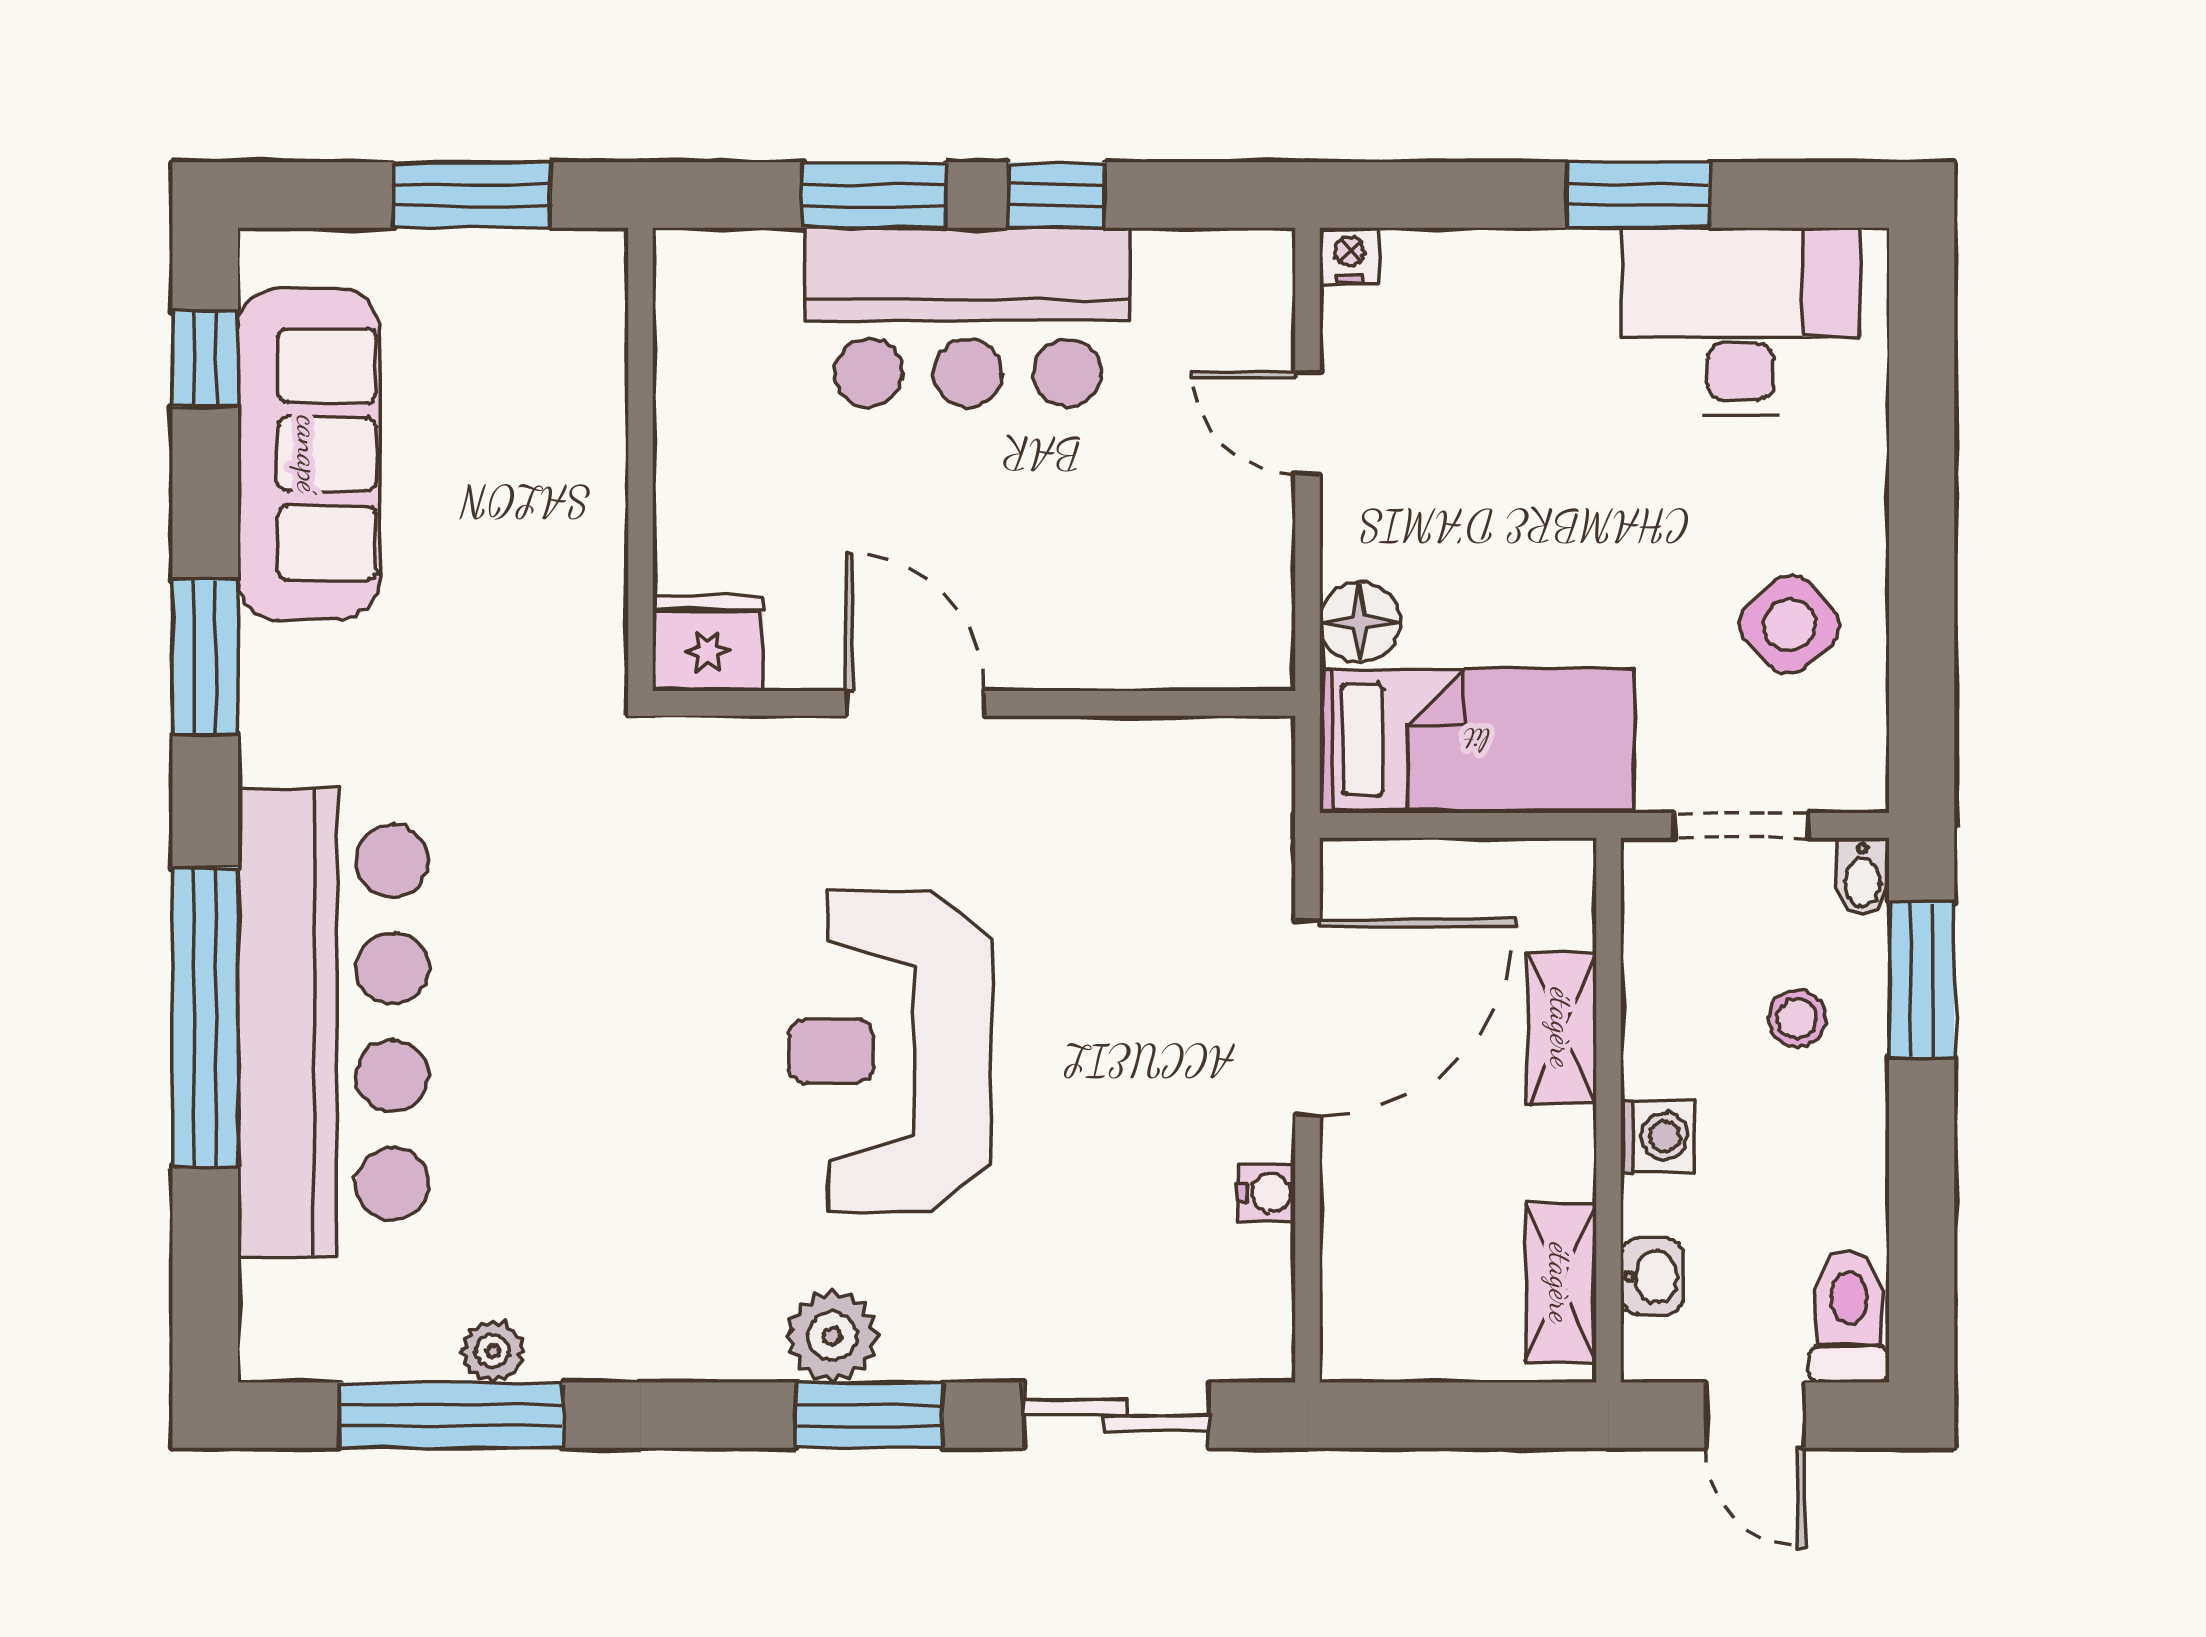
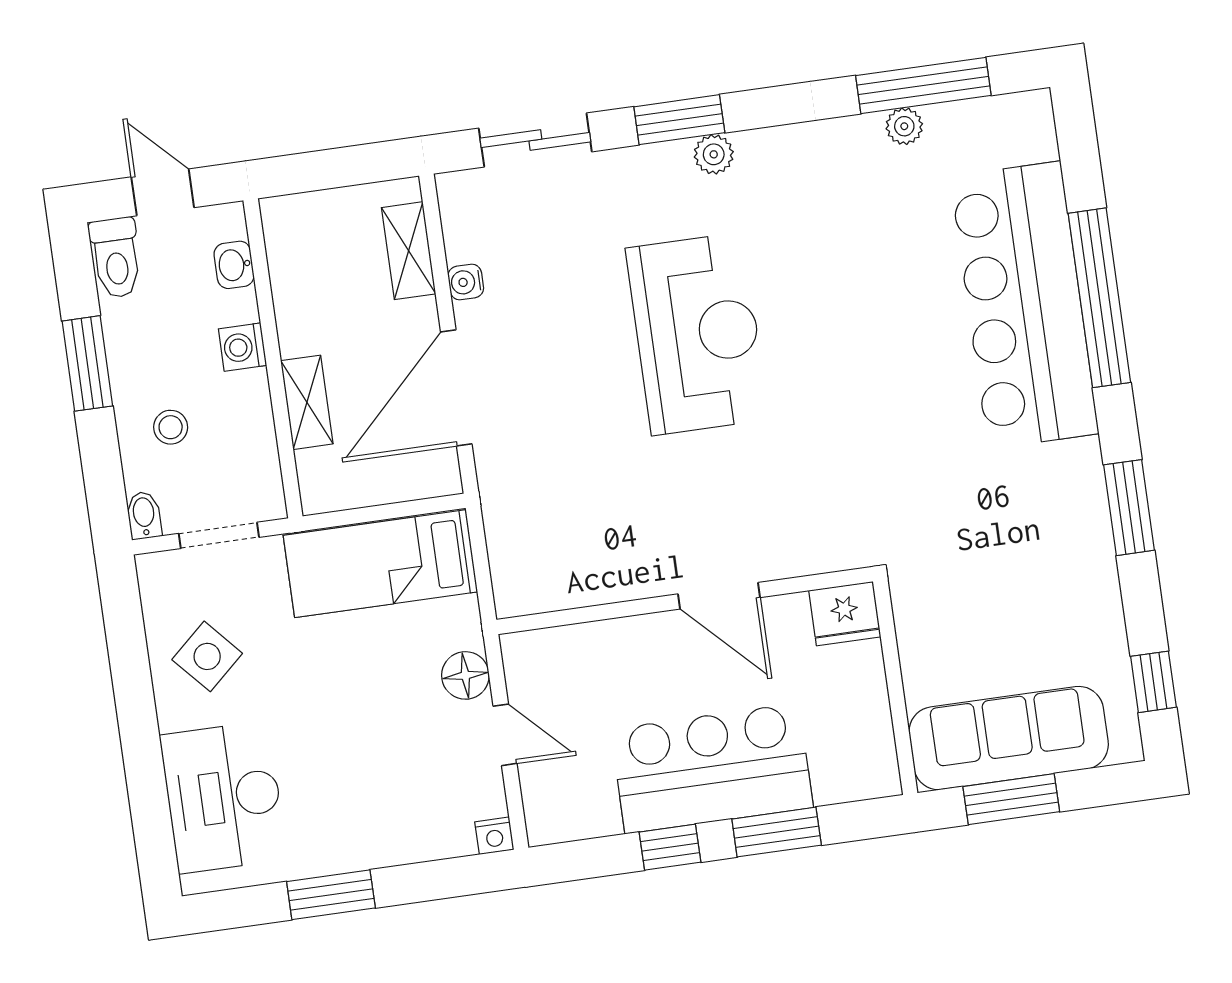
desk: (1740, 321) -> (223, 797), moved, turned 90
sofa: (309, 454) -> (1009, 738), moved, turned 90
floor lamp: (1360, 622) -> (465, 675), moved
fridge: (708, 644) -> (845, 614), moved
door: (915, 703) -> (719, 596), moved
wall: (974, 703) -> (685, 601), moved
window: (1922, 980) -> (87, 363), moved
shelving: (1561, 1283) -> (409, 251), moved
plant: (832, 1336) -> (714, 154), width x0.73, depth x0.73

